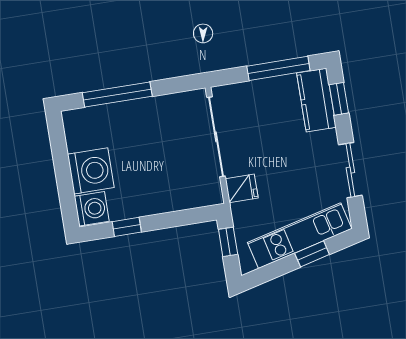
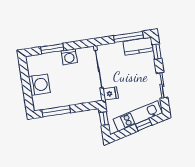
window: (117, 94) -> (52, 49), width x0.69
kitchen counter: (316, 100) -> (138, 46), moved, turned -90
washing machine: (92, 209) -> (69, 57), moved, turned 90
window: (127, 227) -> (56, 111), width x2.17

